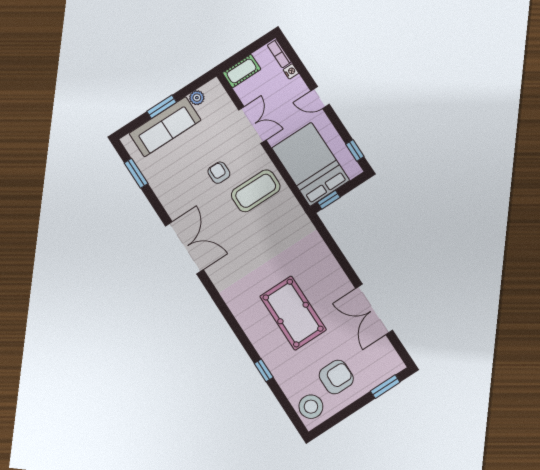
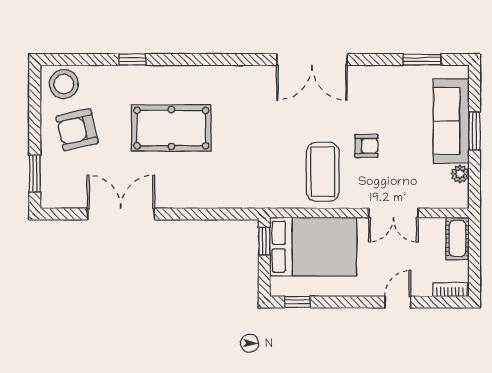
nightstand: (291, 71) -> (423, 289), removed
door: (320, 98) -> (398, 302), moved
armchair: (336, 377) -> (77, 130), turned 77

